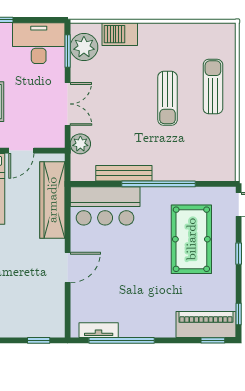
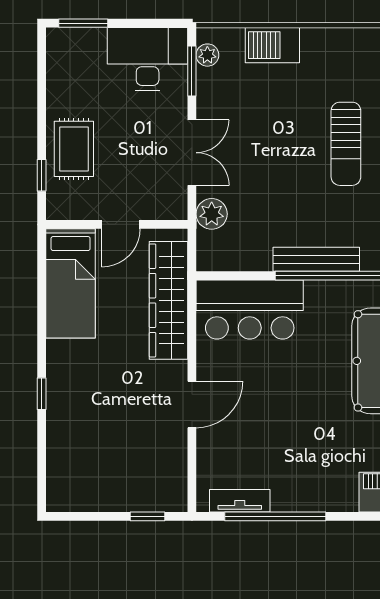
plant: (84, 47) -> (207, 55), width x0.53, depth x0.53
bench: (124, 173) -> (316, 259), moved

